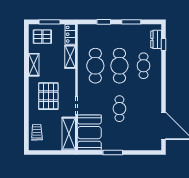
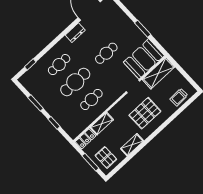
dresser: (156, 39) -> (75, 33), moved
cafe table: (95, 66) -> (91, 99), width x0.73, depth x0.74

